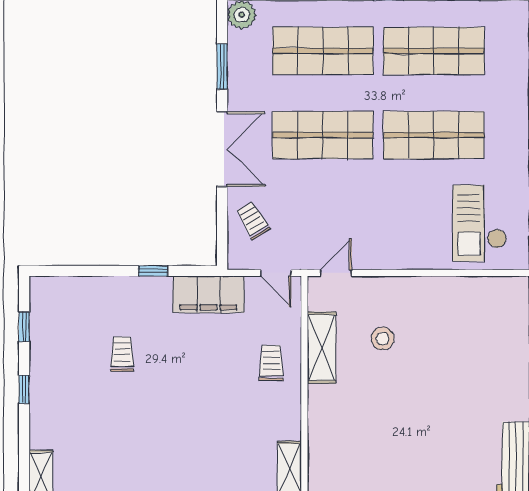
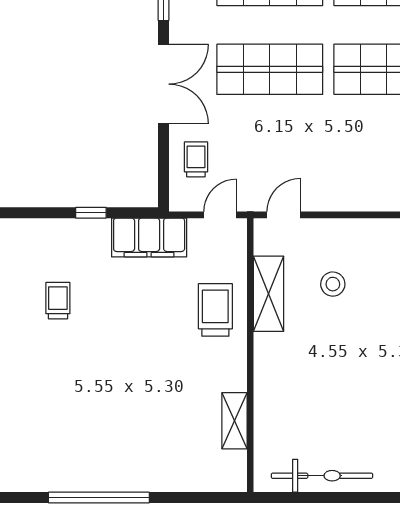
trolley: (253, 220) -> (196, 159), turned 31
door: (276, 273) -> (220, 215), swing flipped
trolley: (271, 363) -> (215, 310), width x1.36, depth x1.39

